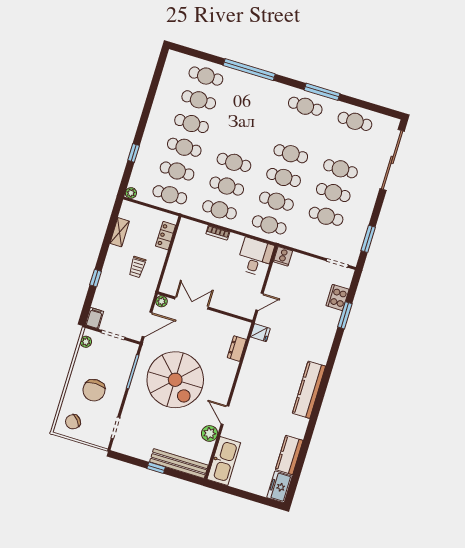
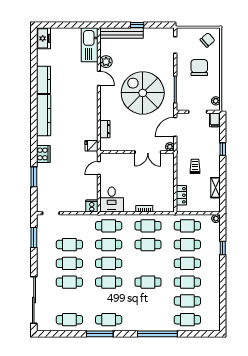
cafe table: (234, 162) -> (148, 282), moved
cooker: (337, 297) -> (43, 154), moved
kitchen counter: (289, 455) -> (44, 80), moved

